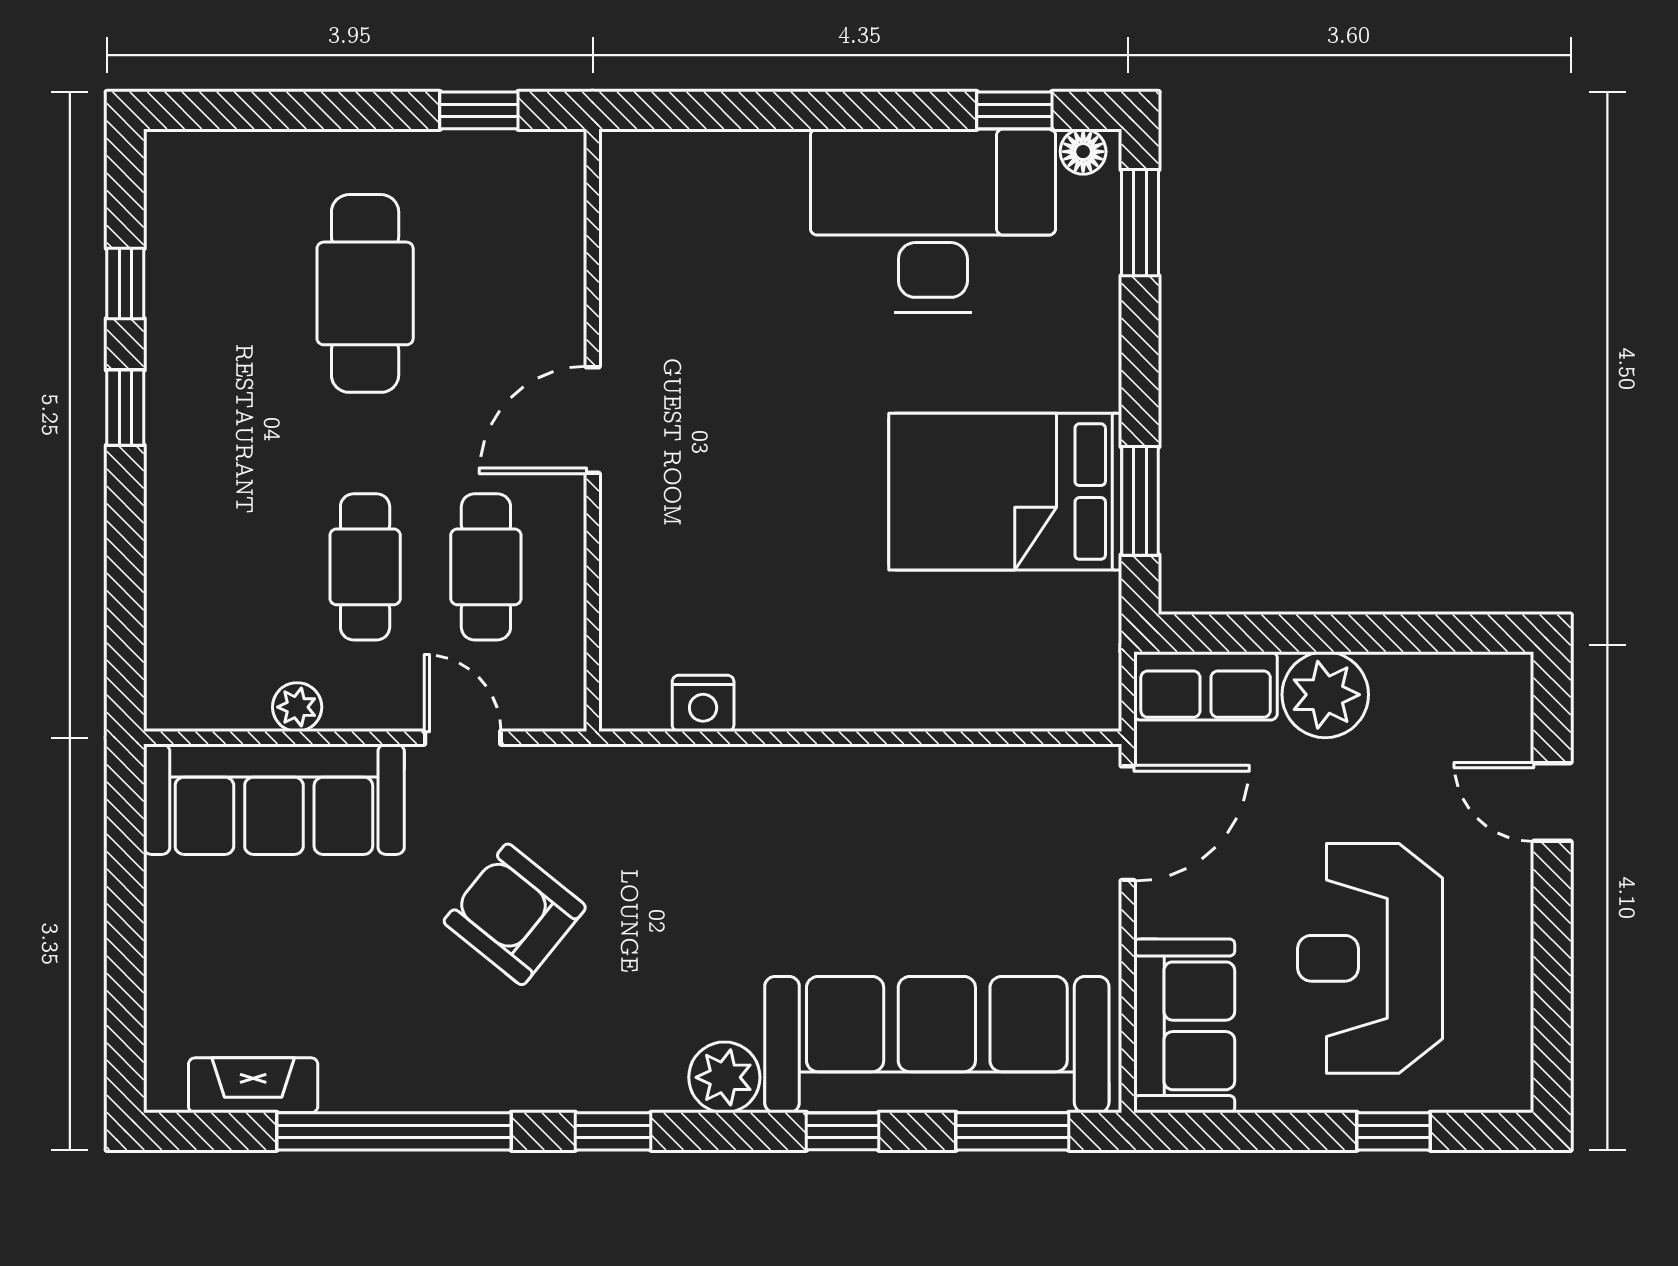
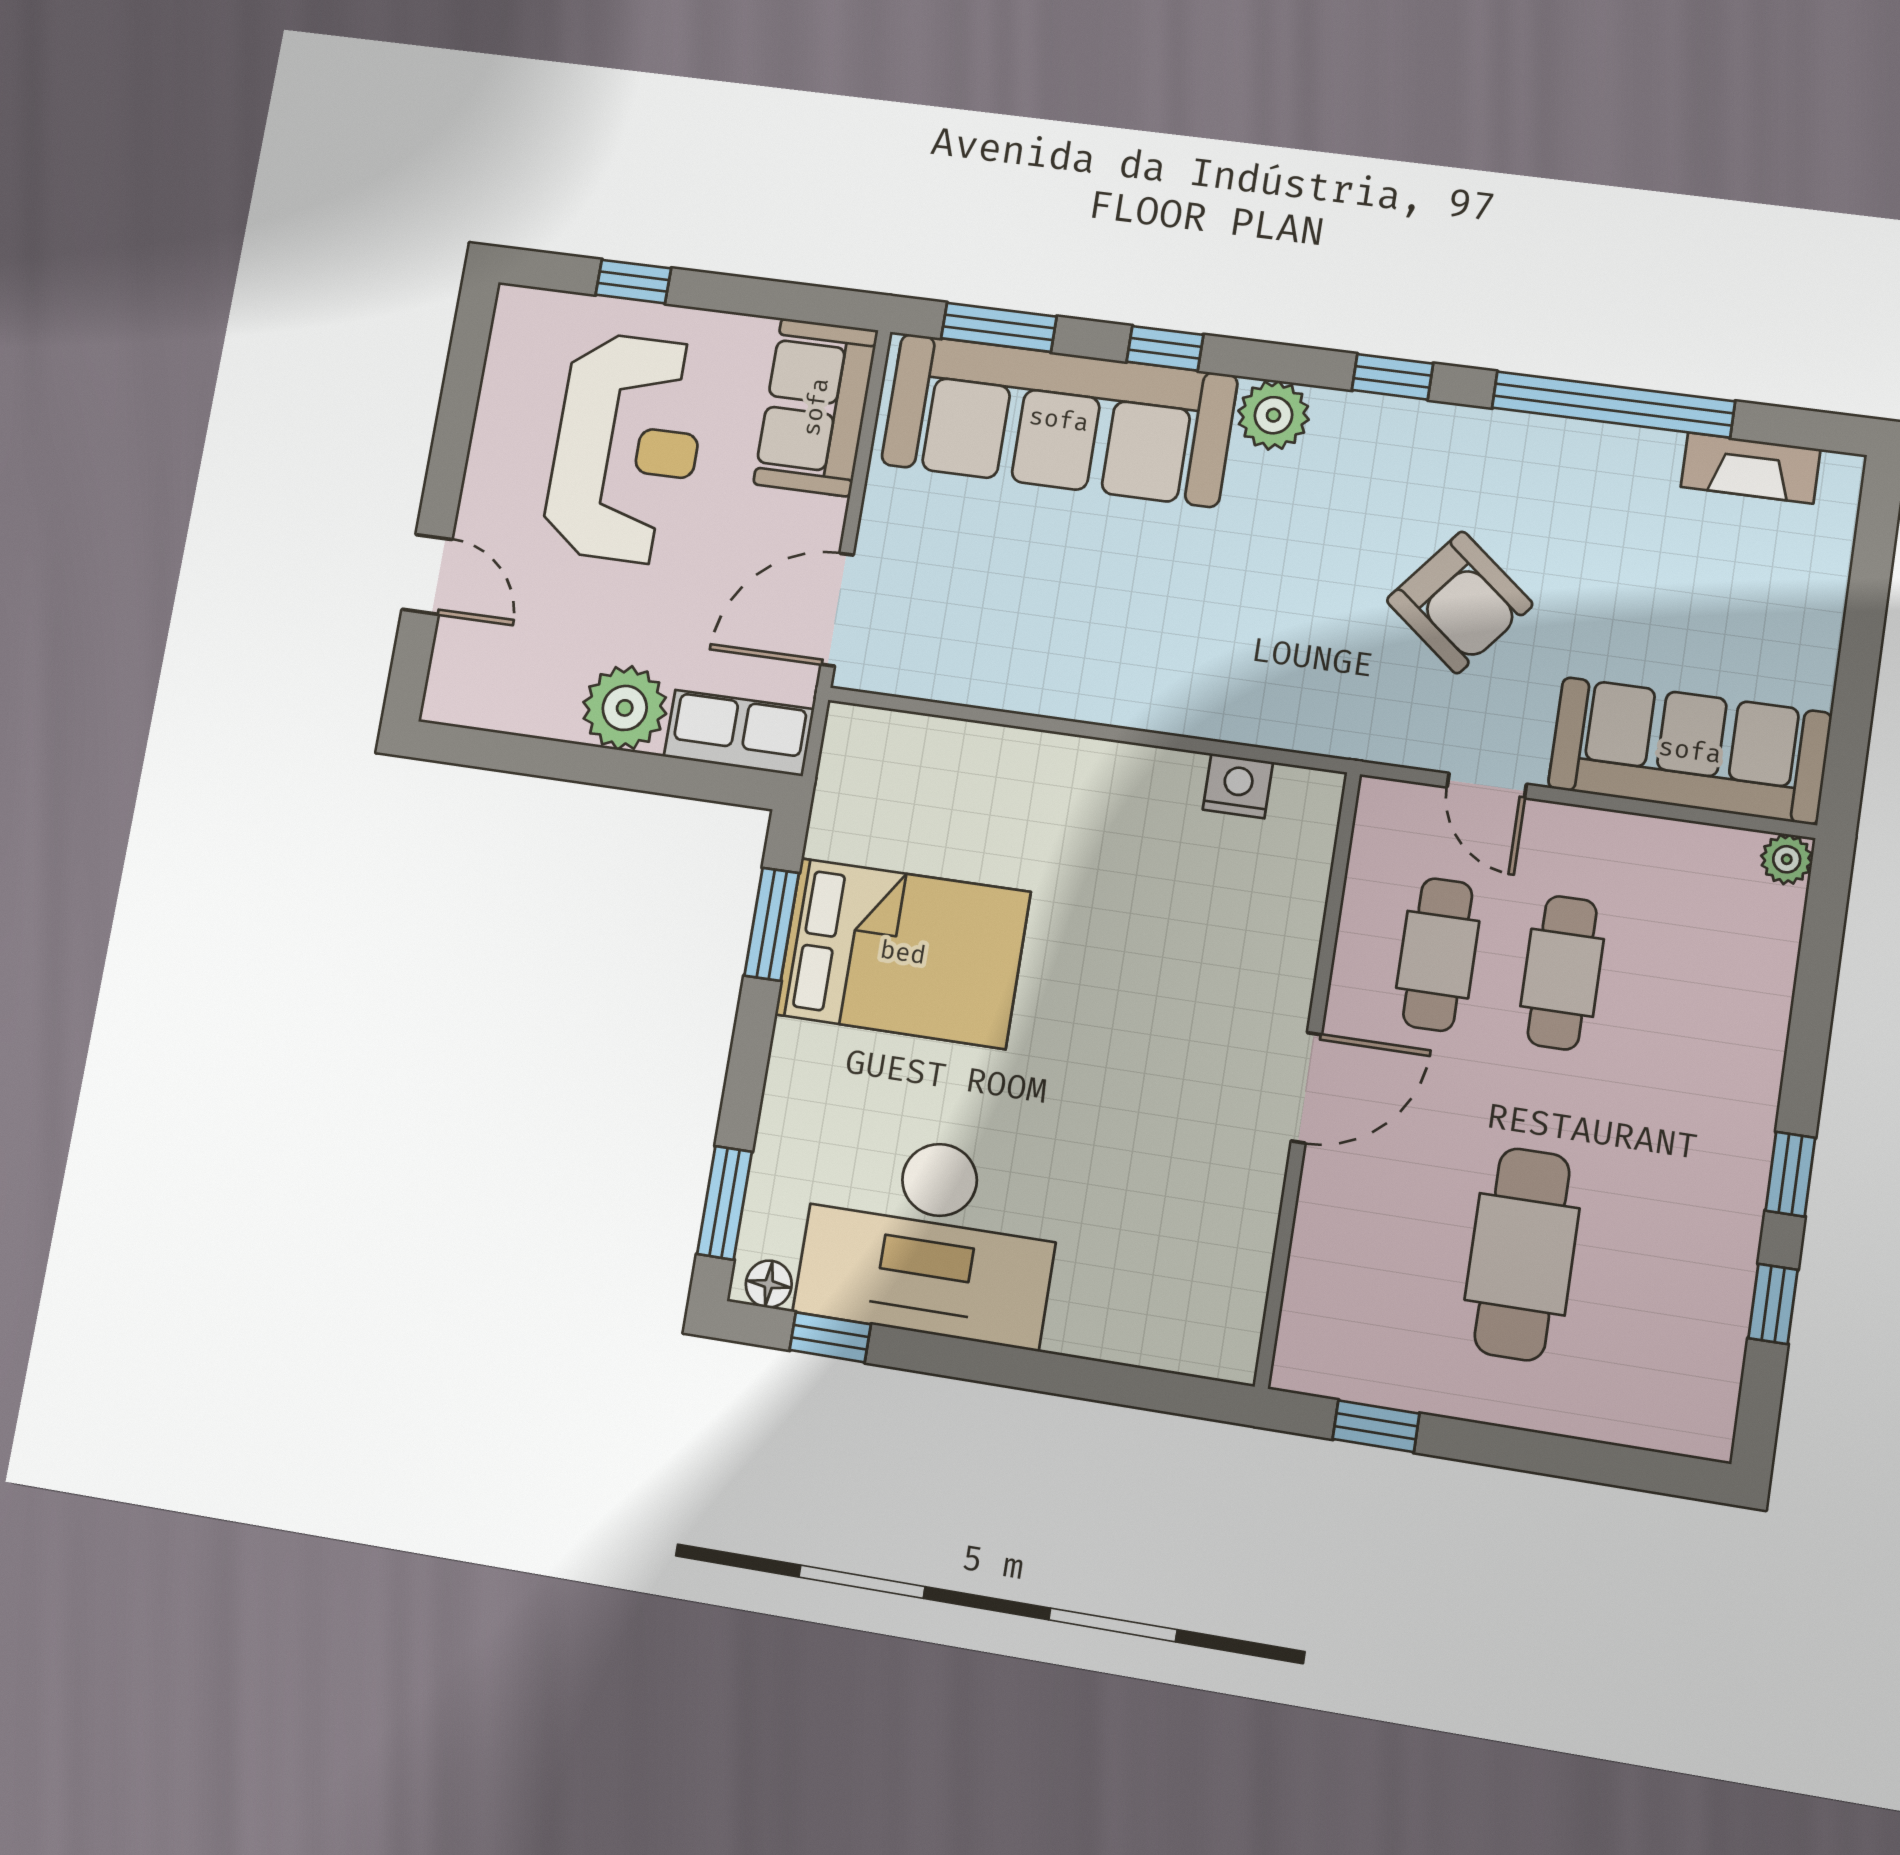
plant: (297, 707) -> (1787, 859), moved

